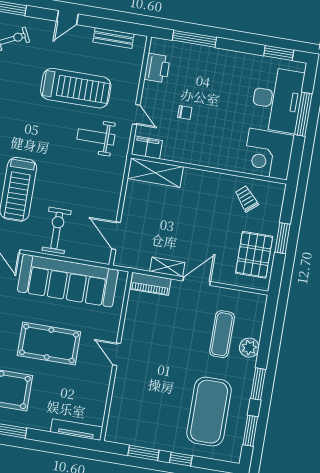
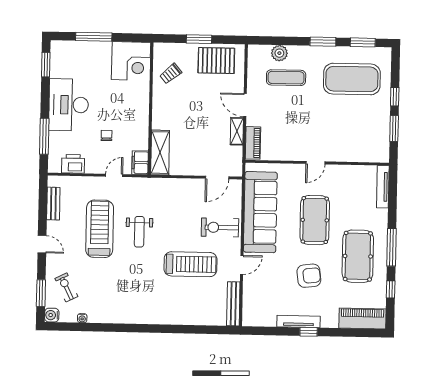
desk: (277, 100) -> (69, 105), moved, turned -90
weight bench: (96, 137) -> (139, 232), moved
plant: (249, 348) -> (279, 53), moved

